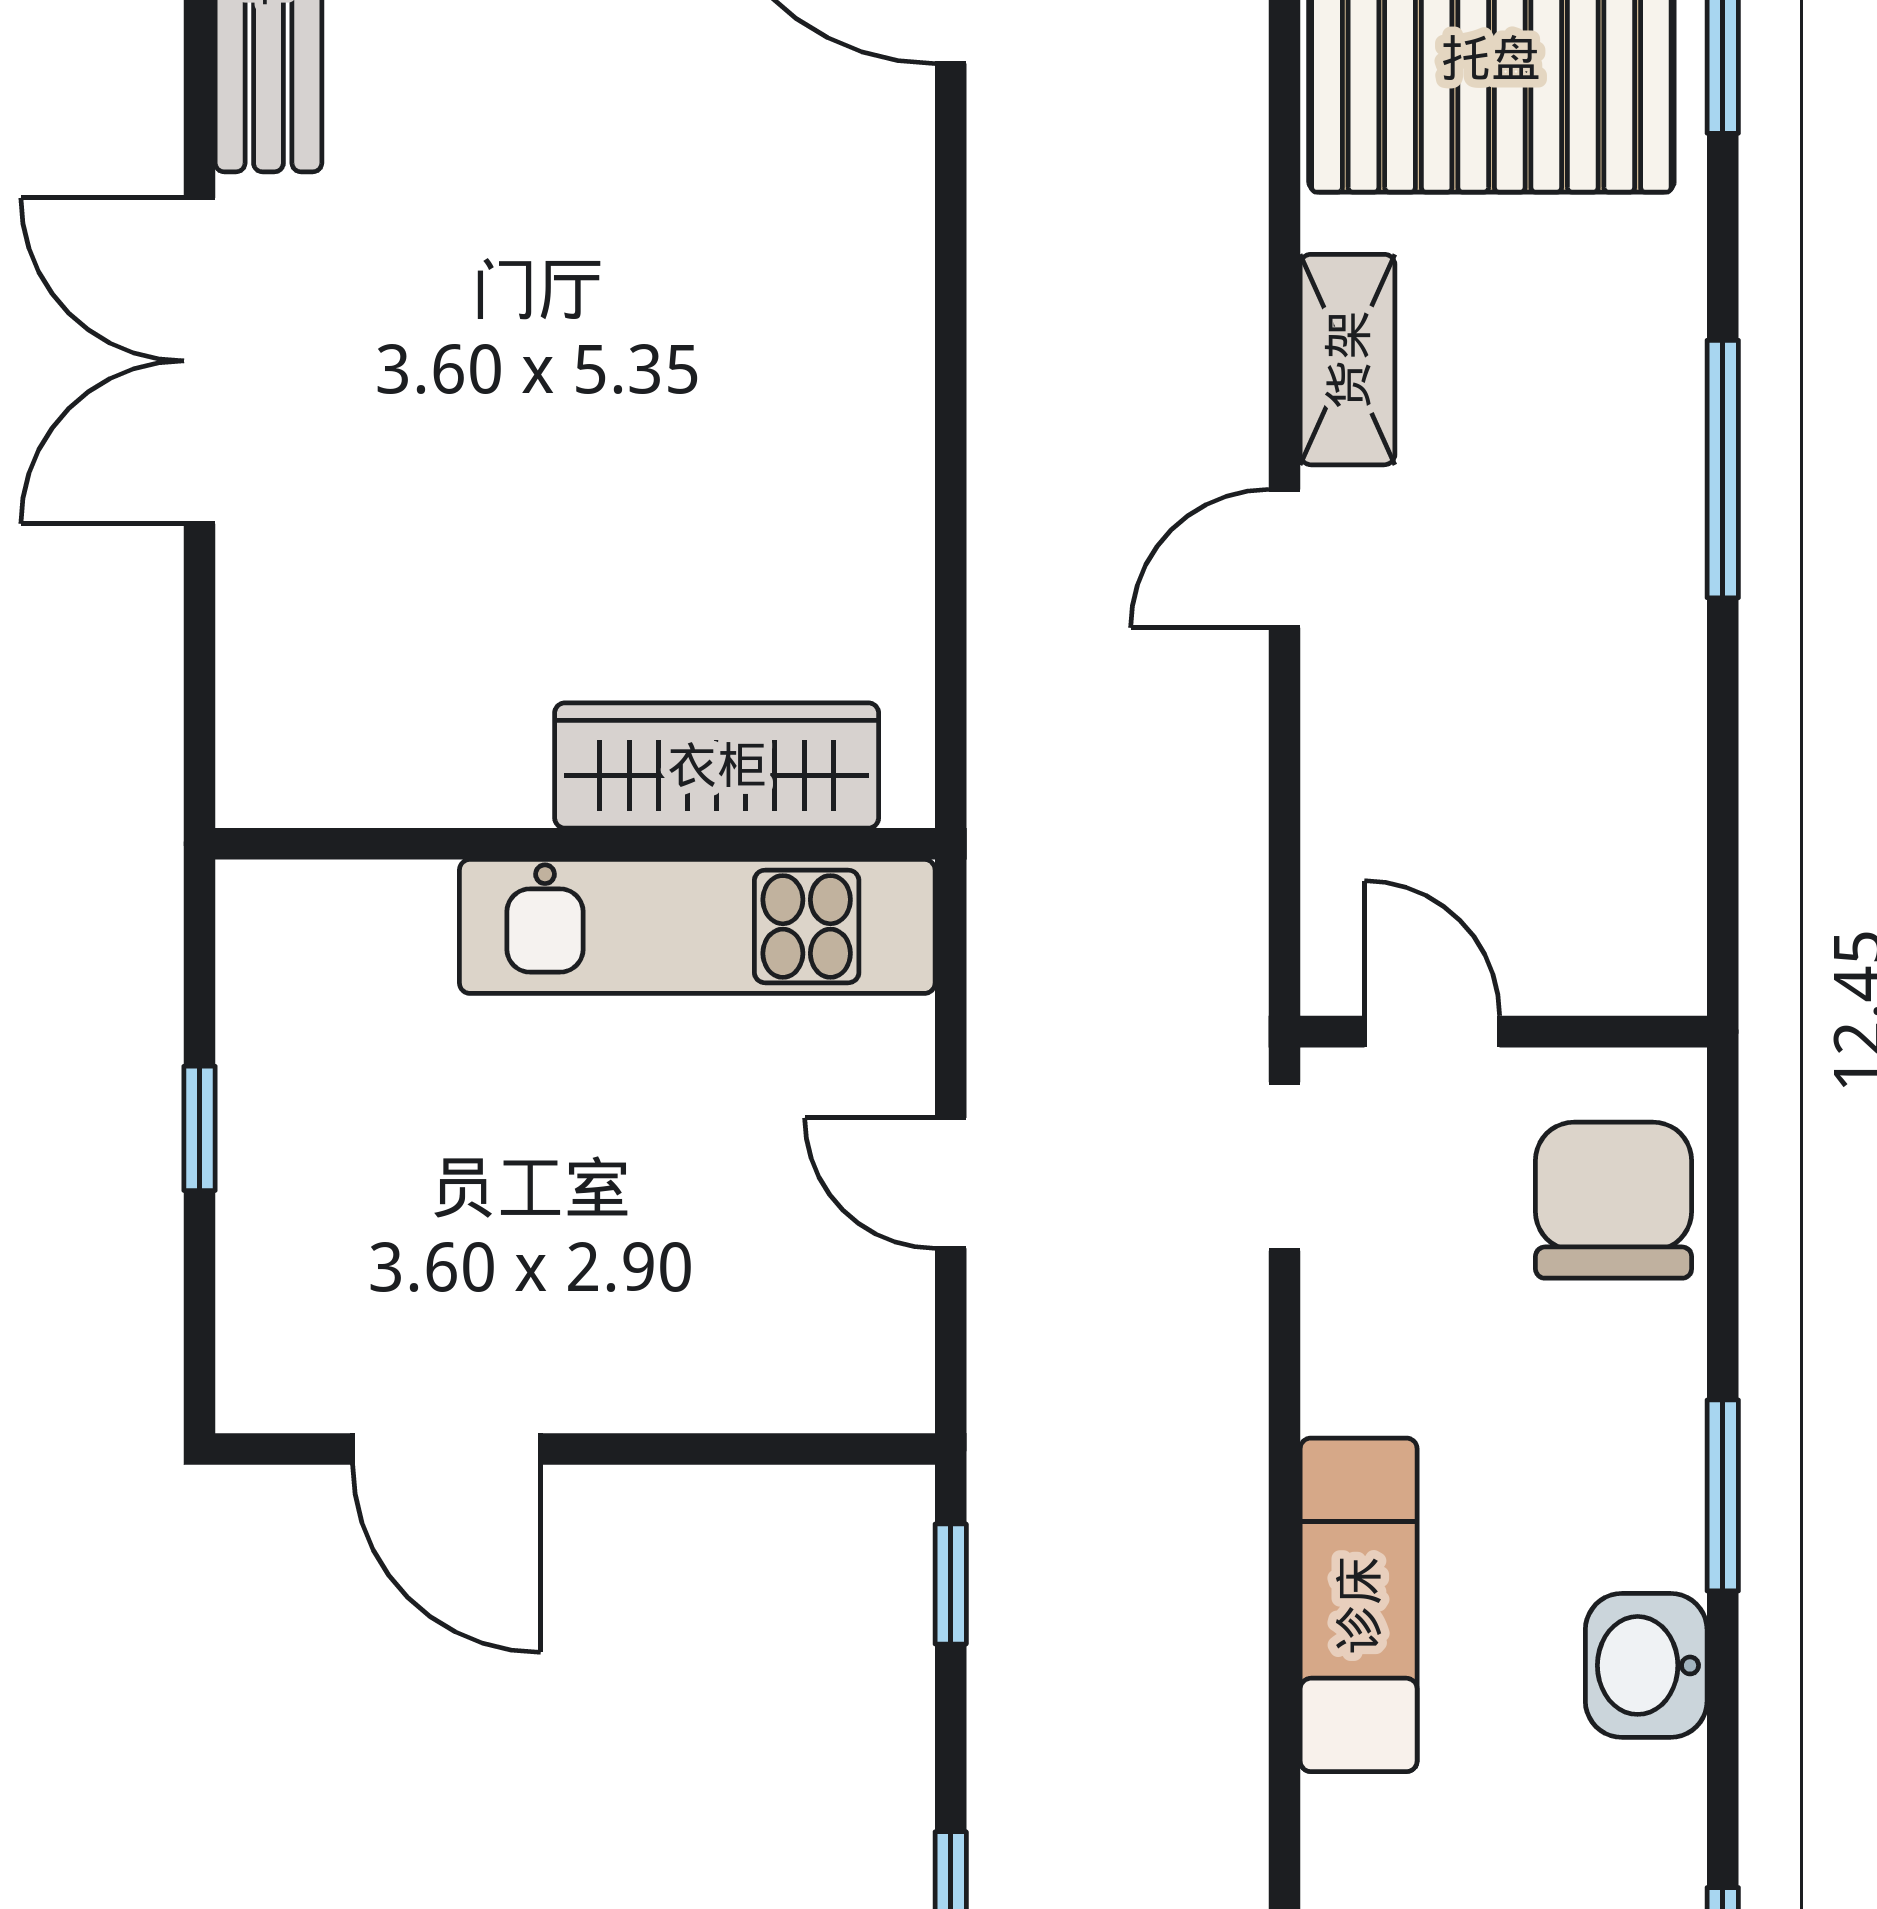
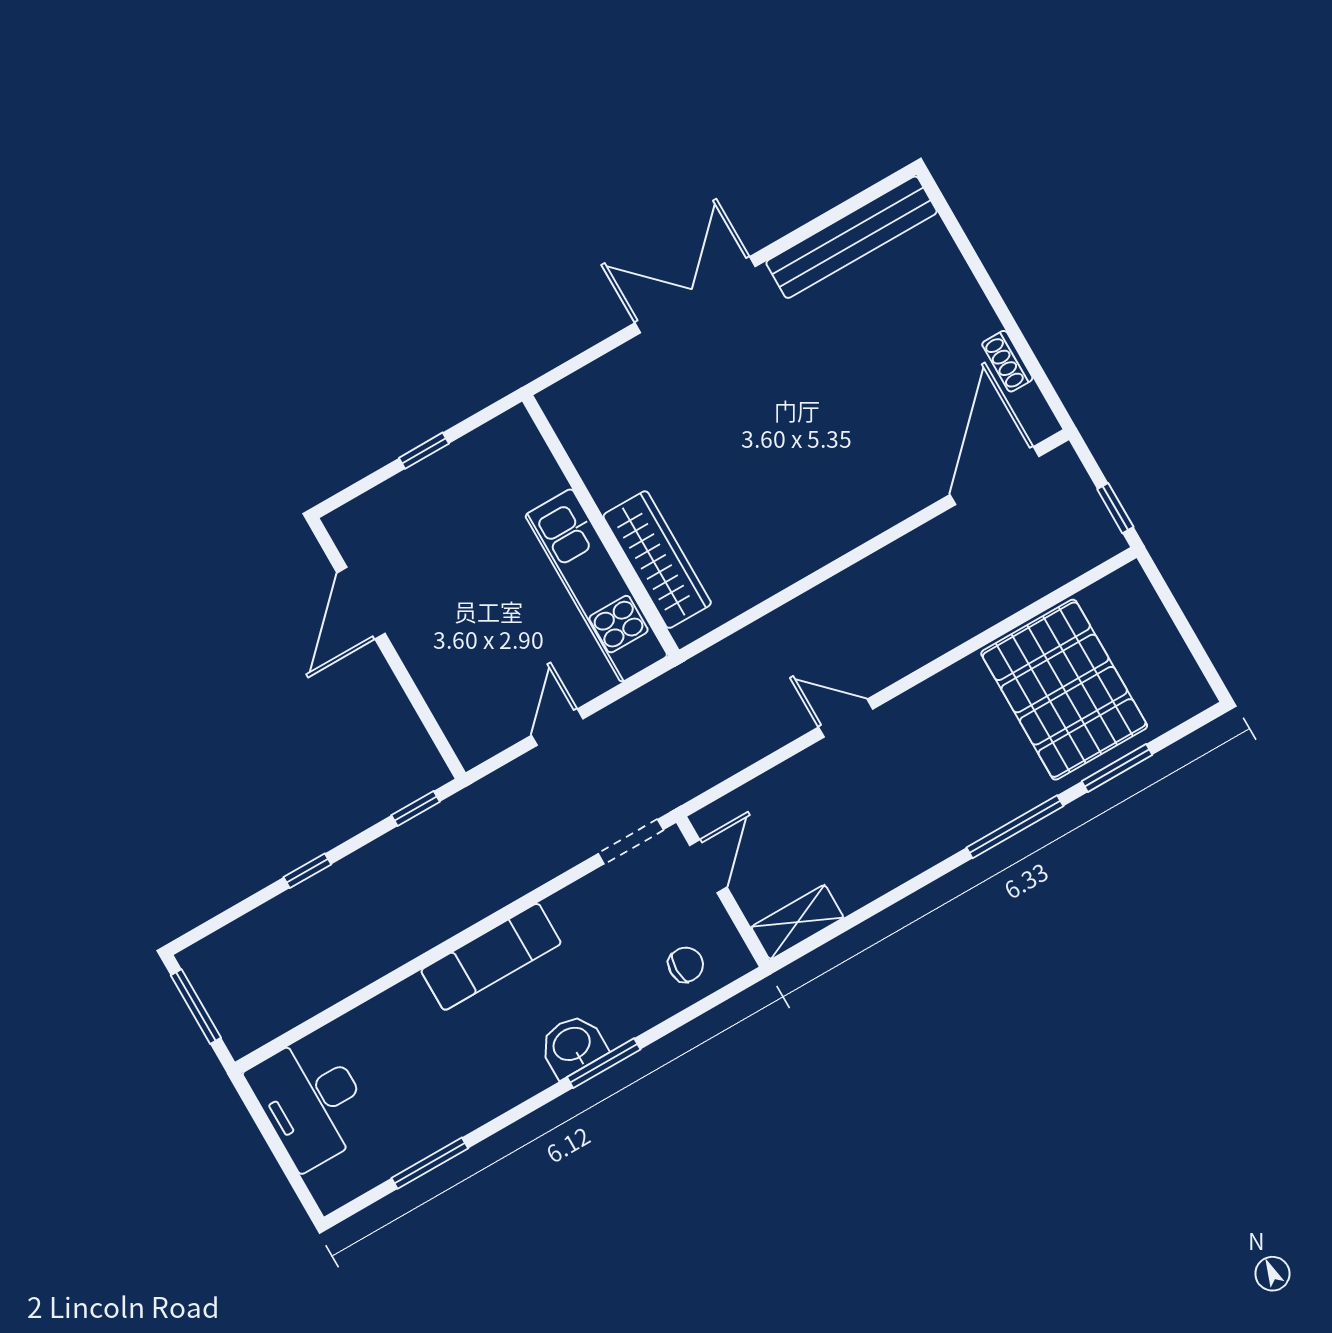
shelving: (1348, 360) -> (797, 922), moved
window: (1723, 469) -> (1015, 827), moved
chair: (1614, 1200) -> (686, 965), width x0.54, depth x0.54
washbasin: (1646, 1665) -> (572, 1045), moved

